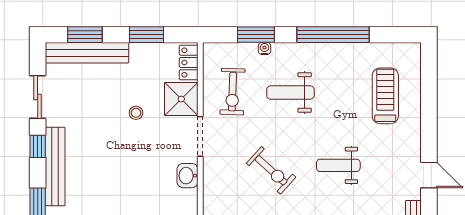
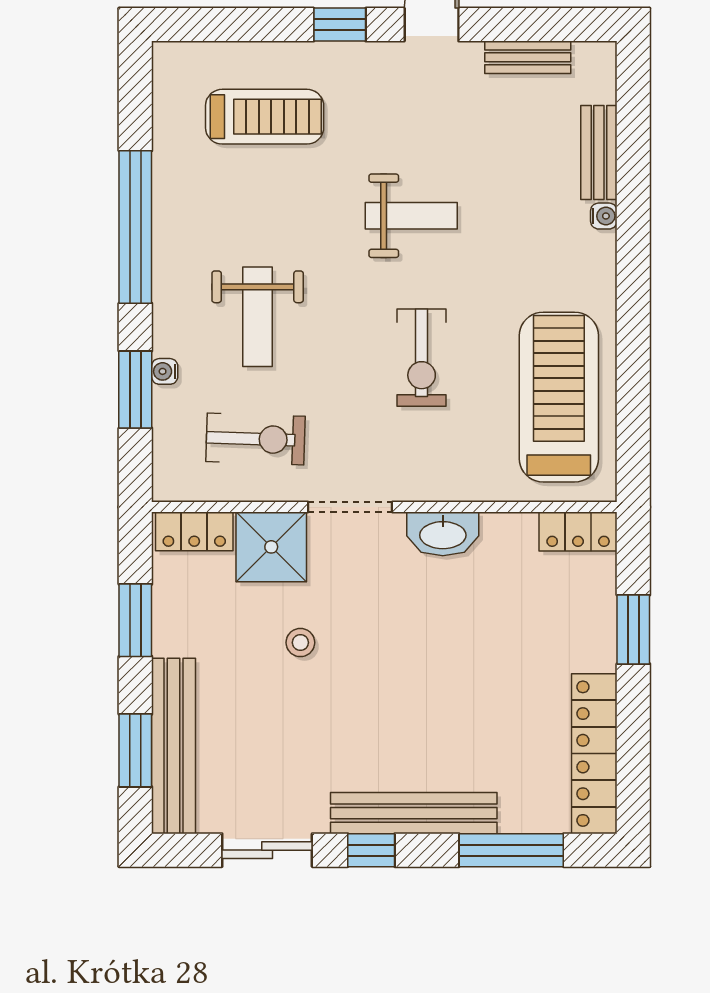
treadmill: (385, 96) -> (265, 117), turned 180
window: (429, 131) -> (340, 25), added
weight bench: (338, 165) -> (411, 216), turned -90
exercise bike: (271, 170) -> (422, 358), turned 138
washbasin: (188, 176) -> (443, 534), width x1.38

